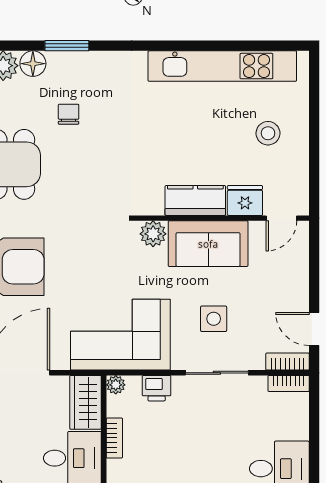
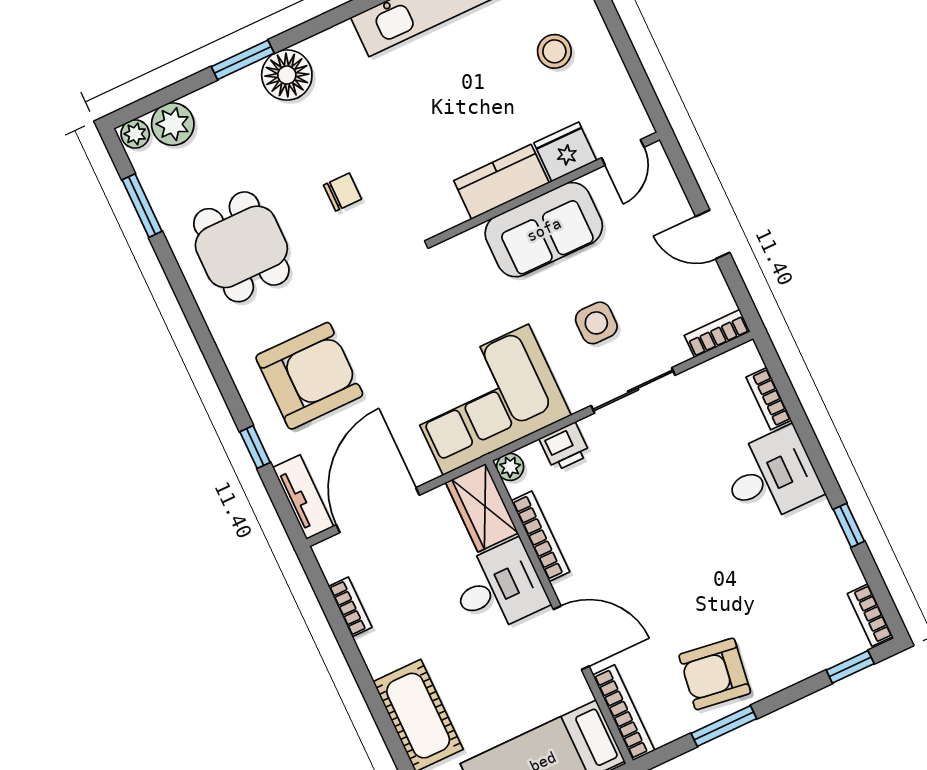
floor lamp: (33, 64) -> (287, 75), moved, width x1.38, depth x1.38
chair: (69, 114) -> (342, 192), moved, turned 90
plant: (153, 234) -> (467, 250), removed
door: (314, 329) -> (713, 234), moved
bookcase: (289, 383) -> (769, 399), moved, turned 90
bookcase: (114, 438) -> (540, 536), width x1.56

